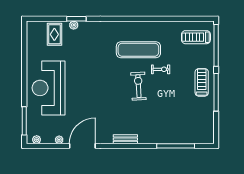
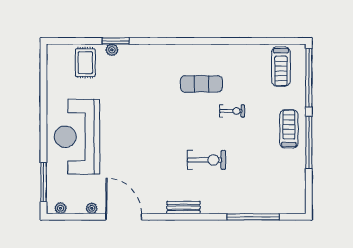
treadmill: (196, 37) -> (281, 67), turned -90
exercise mat: (138, 50) -> (201, 84), width x0.73, depth x0.69
exercise bike: (138, 86) -> (207, 160), moved, turned 93
door: (82, 146) -> (124, 217), hinge flipped

